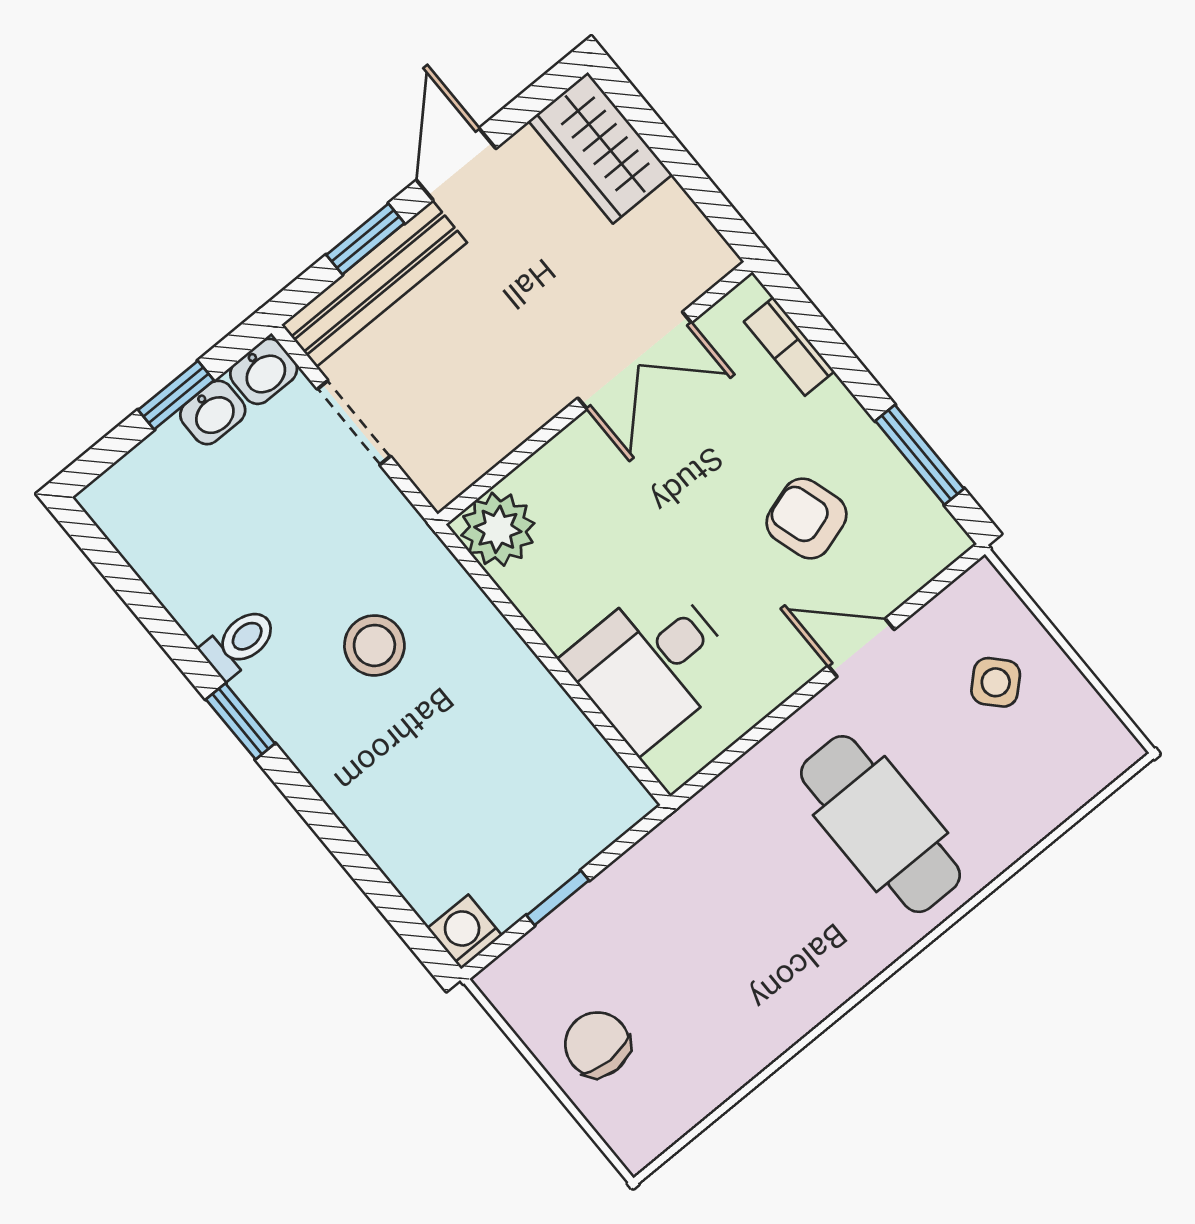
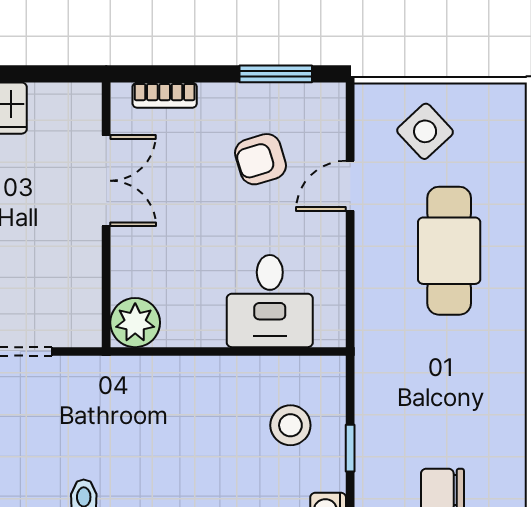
stool: (374, 645) -> (290, 425), moved
side table: (996, 682) -> (425, 131), width x1.37, depth x1.37
cafe table: (880, 824) -> (449, 251), turned 90

